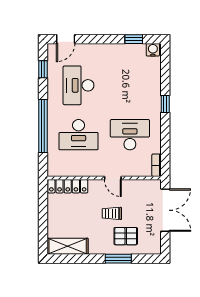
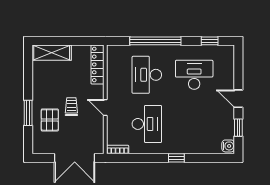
door: (66, 39) -> (238, 99), moved
door: (113, 178) -> (105, 108), hinge flipped
shelving: (68, 246) -> (52, 53), moved, turned 90

